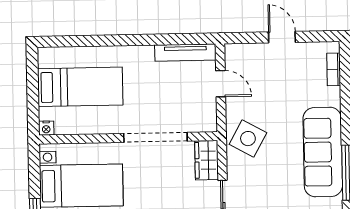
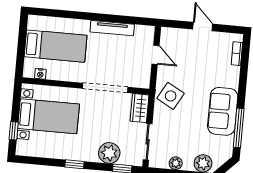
tv unit: (185, 53) -> (112, 28), moved
nightstand: (46, 128) -> (40, 74), moved
sofa: (323, 152) -> (223, 111), width x0.73

